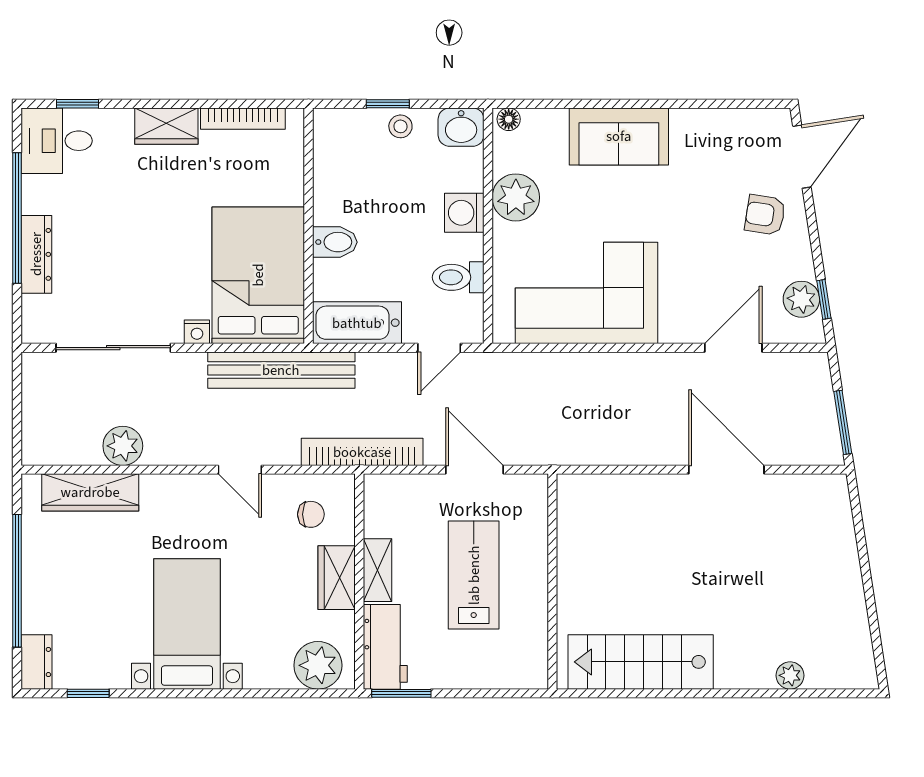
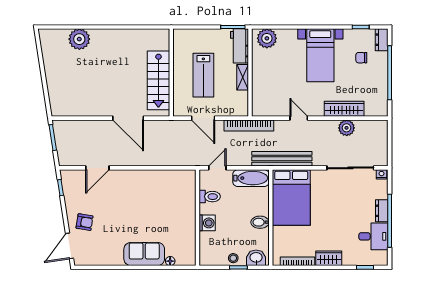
floor lamp: (509, 119) -> (170, 261), moved
washbasin: (461, 127) -> (256, 258), moved
desk: (57, 141) -> (373, 236), moved
plant: (516, 197) -> (186, 229), removed
bidet: (335, 242) -> (260, 222), moved
dresser: (36, 254) -> (382, 211), width x0.70
corner sofa: (587, 293) -> (157, 190), removed
plant: (801, 299) -> (70, 188), removed
nightstand: (197, 332) -> (382, 174), moved
door: (726, 470) -> (128, 118), moved
wardrobe: (90, 492) -> (344, 109), moved
chair: (311, 514) -> (361, 58), moved
wardrobe: (337, 578) -> (259, 74), removed
stairs: (641, 662) -> (158, 80), moved, turned 90
plant: (790, 675) -> (79, 39), width x1.87, depth x1.87

